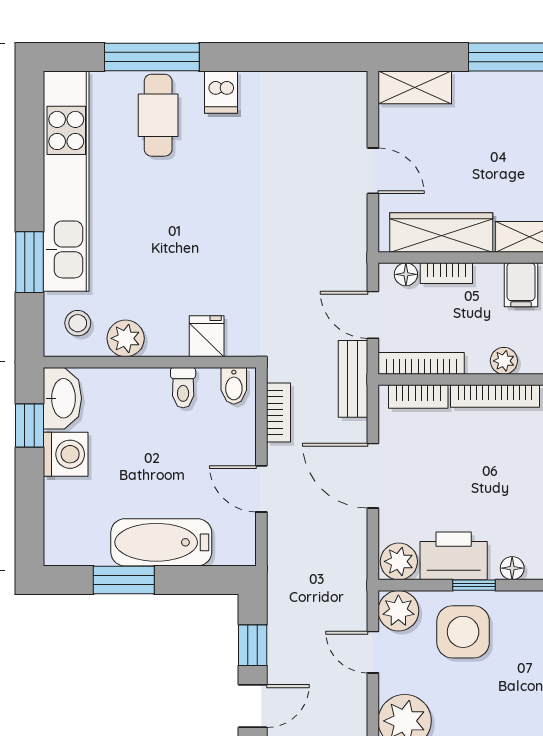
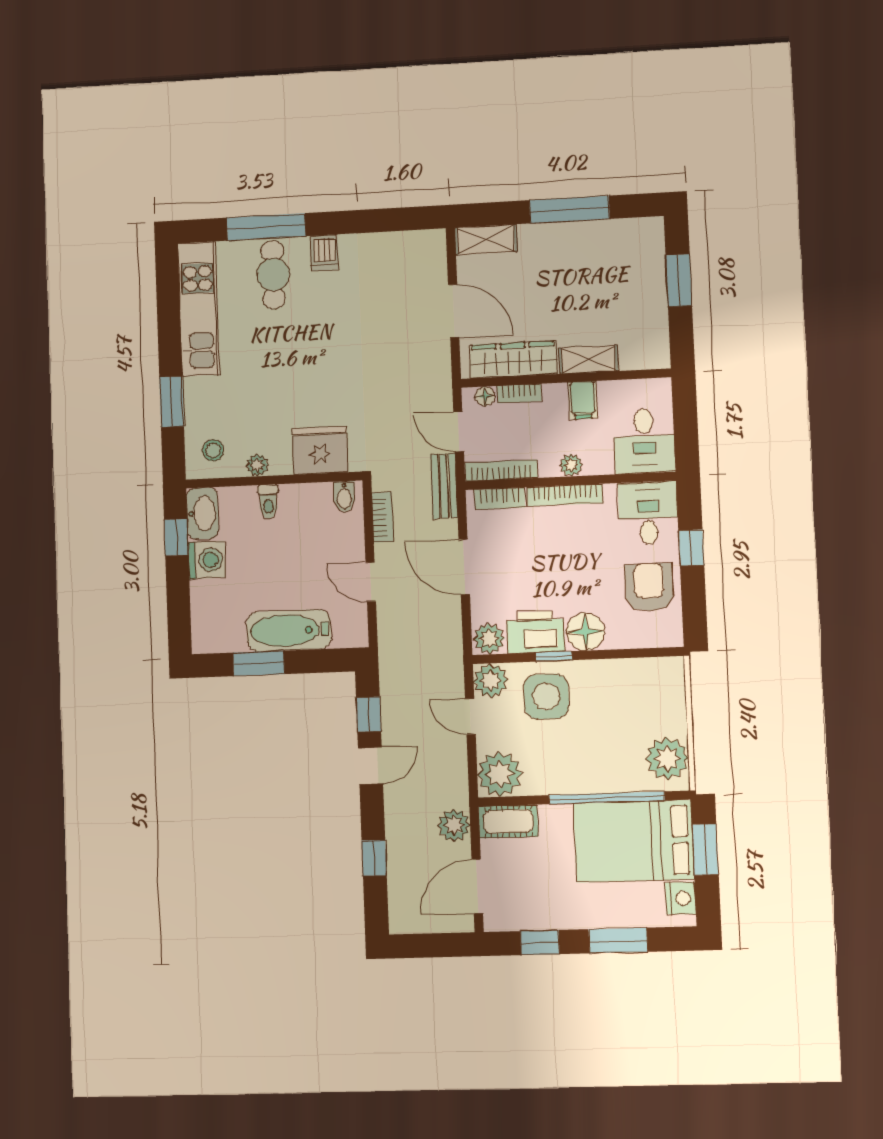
door: (373, 171) -> (454, 311), width x1.38
kitchen unit: (66, 181) -> (199, 309), width x0.73
fridge: (207, 336) -> (320, 450), width x1.88, depth x1.34
plant: (126, 338) -> (257, 465), width x0.73, depth x0.73
toilet: (183, 388) -> (268, 502), moved
floor lamp: (512, 568) -> (585, 632), width x1.89, depth x1.89

